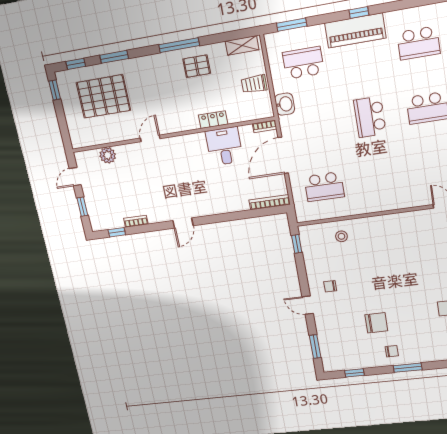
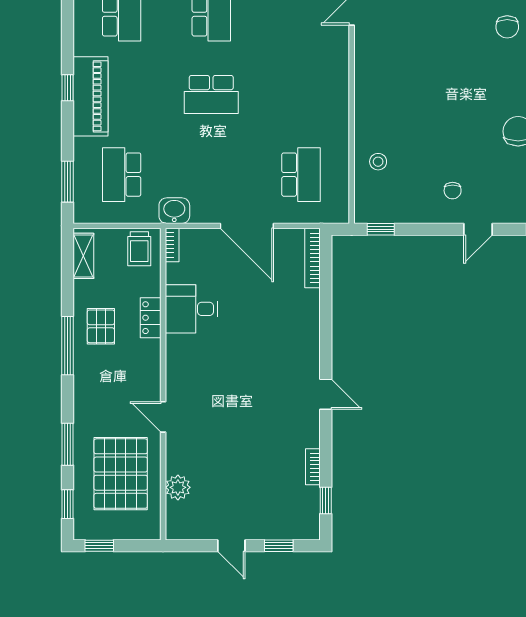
locker: (213, 120) -> (151, 318), moved
bookcase: (265, 126) -> (172, 245), moved
wall: (171, 135) -> (163, 384), moved
door: (150, 138) -> (163, 417), moved
desk: (224, 146) -> (191, 309), moved
plant: (108, 155) -> (178, 487), moved

